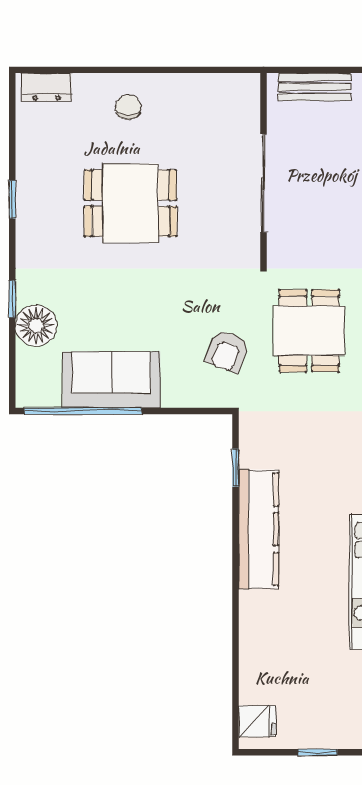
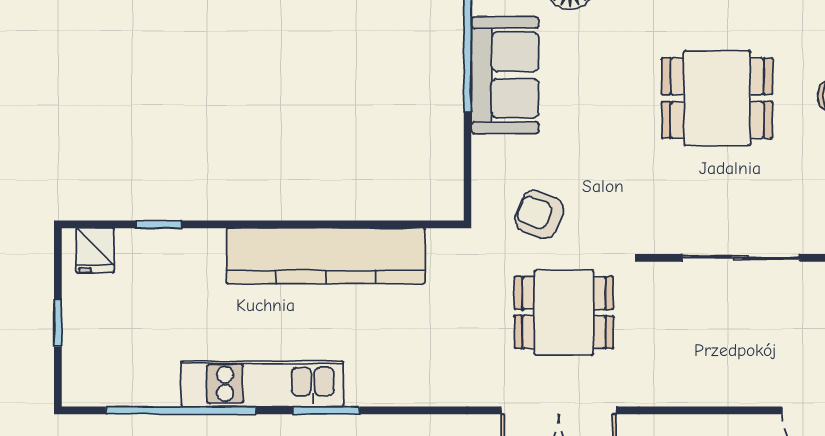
dining table: (130, 203) -> (717, 98), turned 90
window: (236, 468) -> (159, 224), moved
kitchen counter: (259, 529) -> (326, 256), width x1.39, depth x1.17

